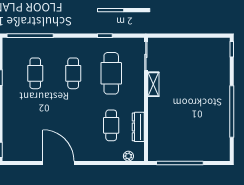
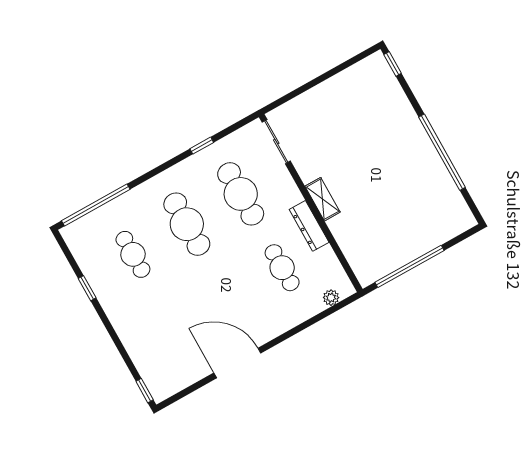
cafe table: (73, 73) -> (187, 224), width x1.37, depth x1.35
shelving: (153, 84) -> (322, 199), moved
dresser: (138, 127) -> (309, 226), moved

